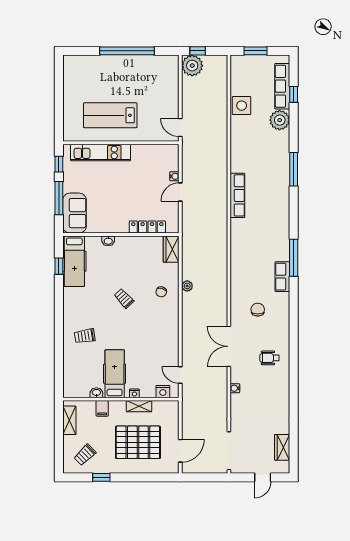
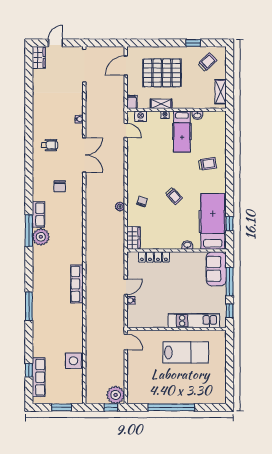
plant: (280, 120) -> (41, 237), moved
hospital bed: (74, 261) -> (213, 221), width x1.37, depth x1.29
filing cabinet: (102, 408) -> (132, 102), moved
wardrobe: (282, 447) -> (39, 57), moved

